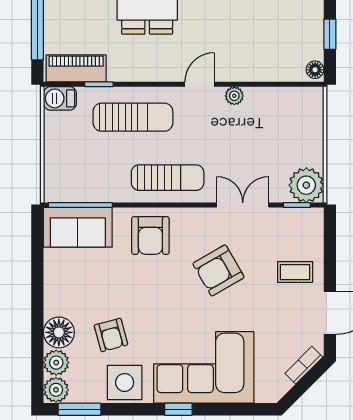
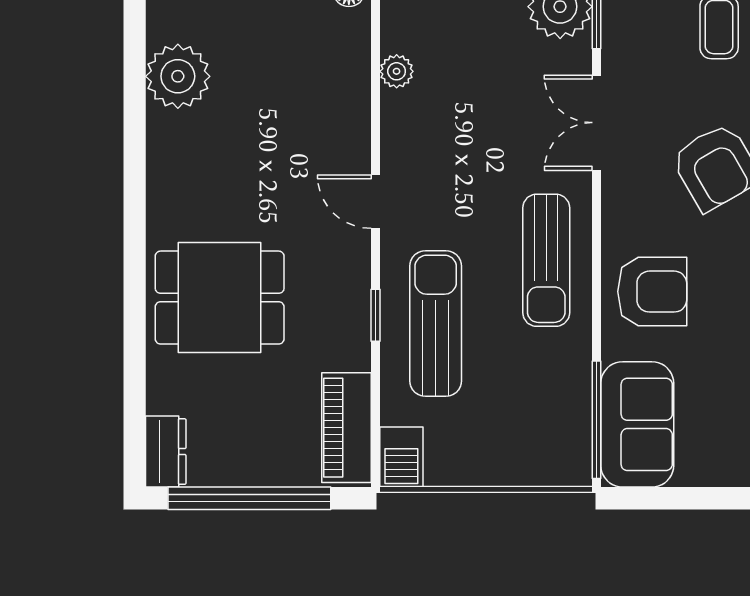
window: (99, 84) -> (375, 315), moved
plant: (234, 96) -> (397, 71), moved
sun lounger: (168, 178) -> (546, 260), turned 180

